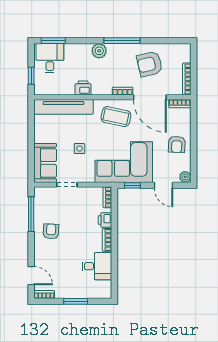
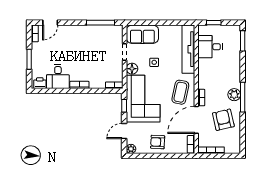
plant: (99, 51) -> (234, 95), moved
desk: (50, 58) -> (210, 47), moved, turned 180
printer: (83, 88) -> (204, 65), removed
floor lamp: (87, 176) -> (132, 69), added
printer: (105, 220) -> (40, 83), moved
armchair: (51, 231) -> (86, 39), removed

